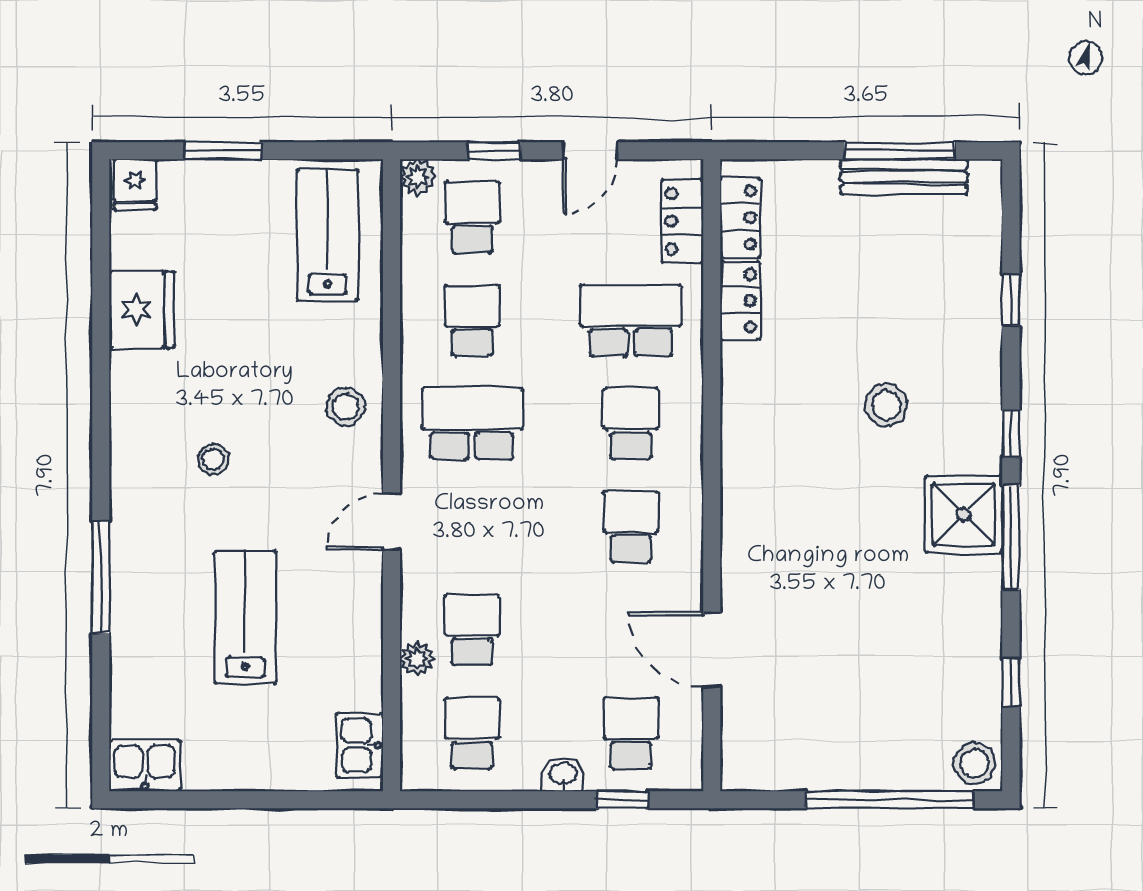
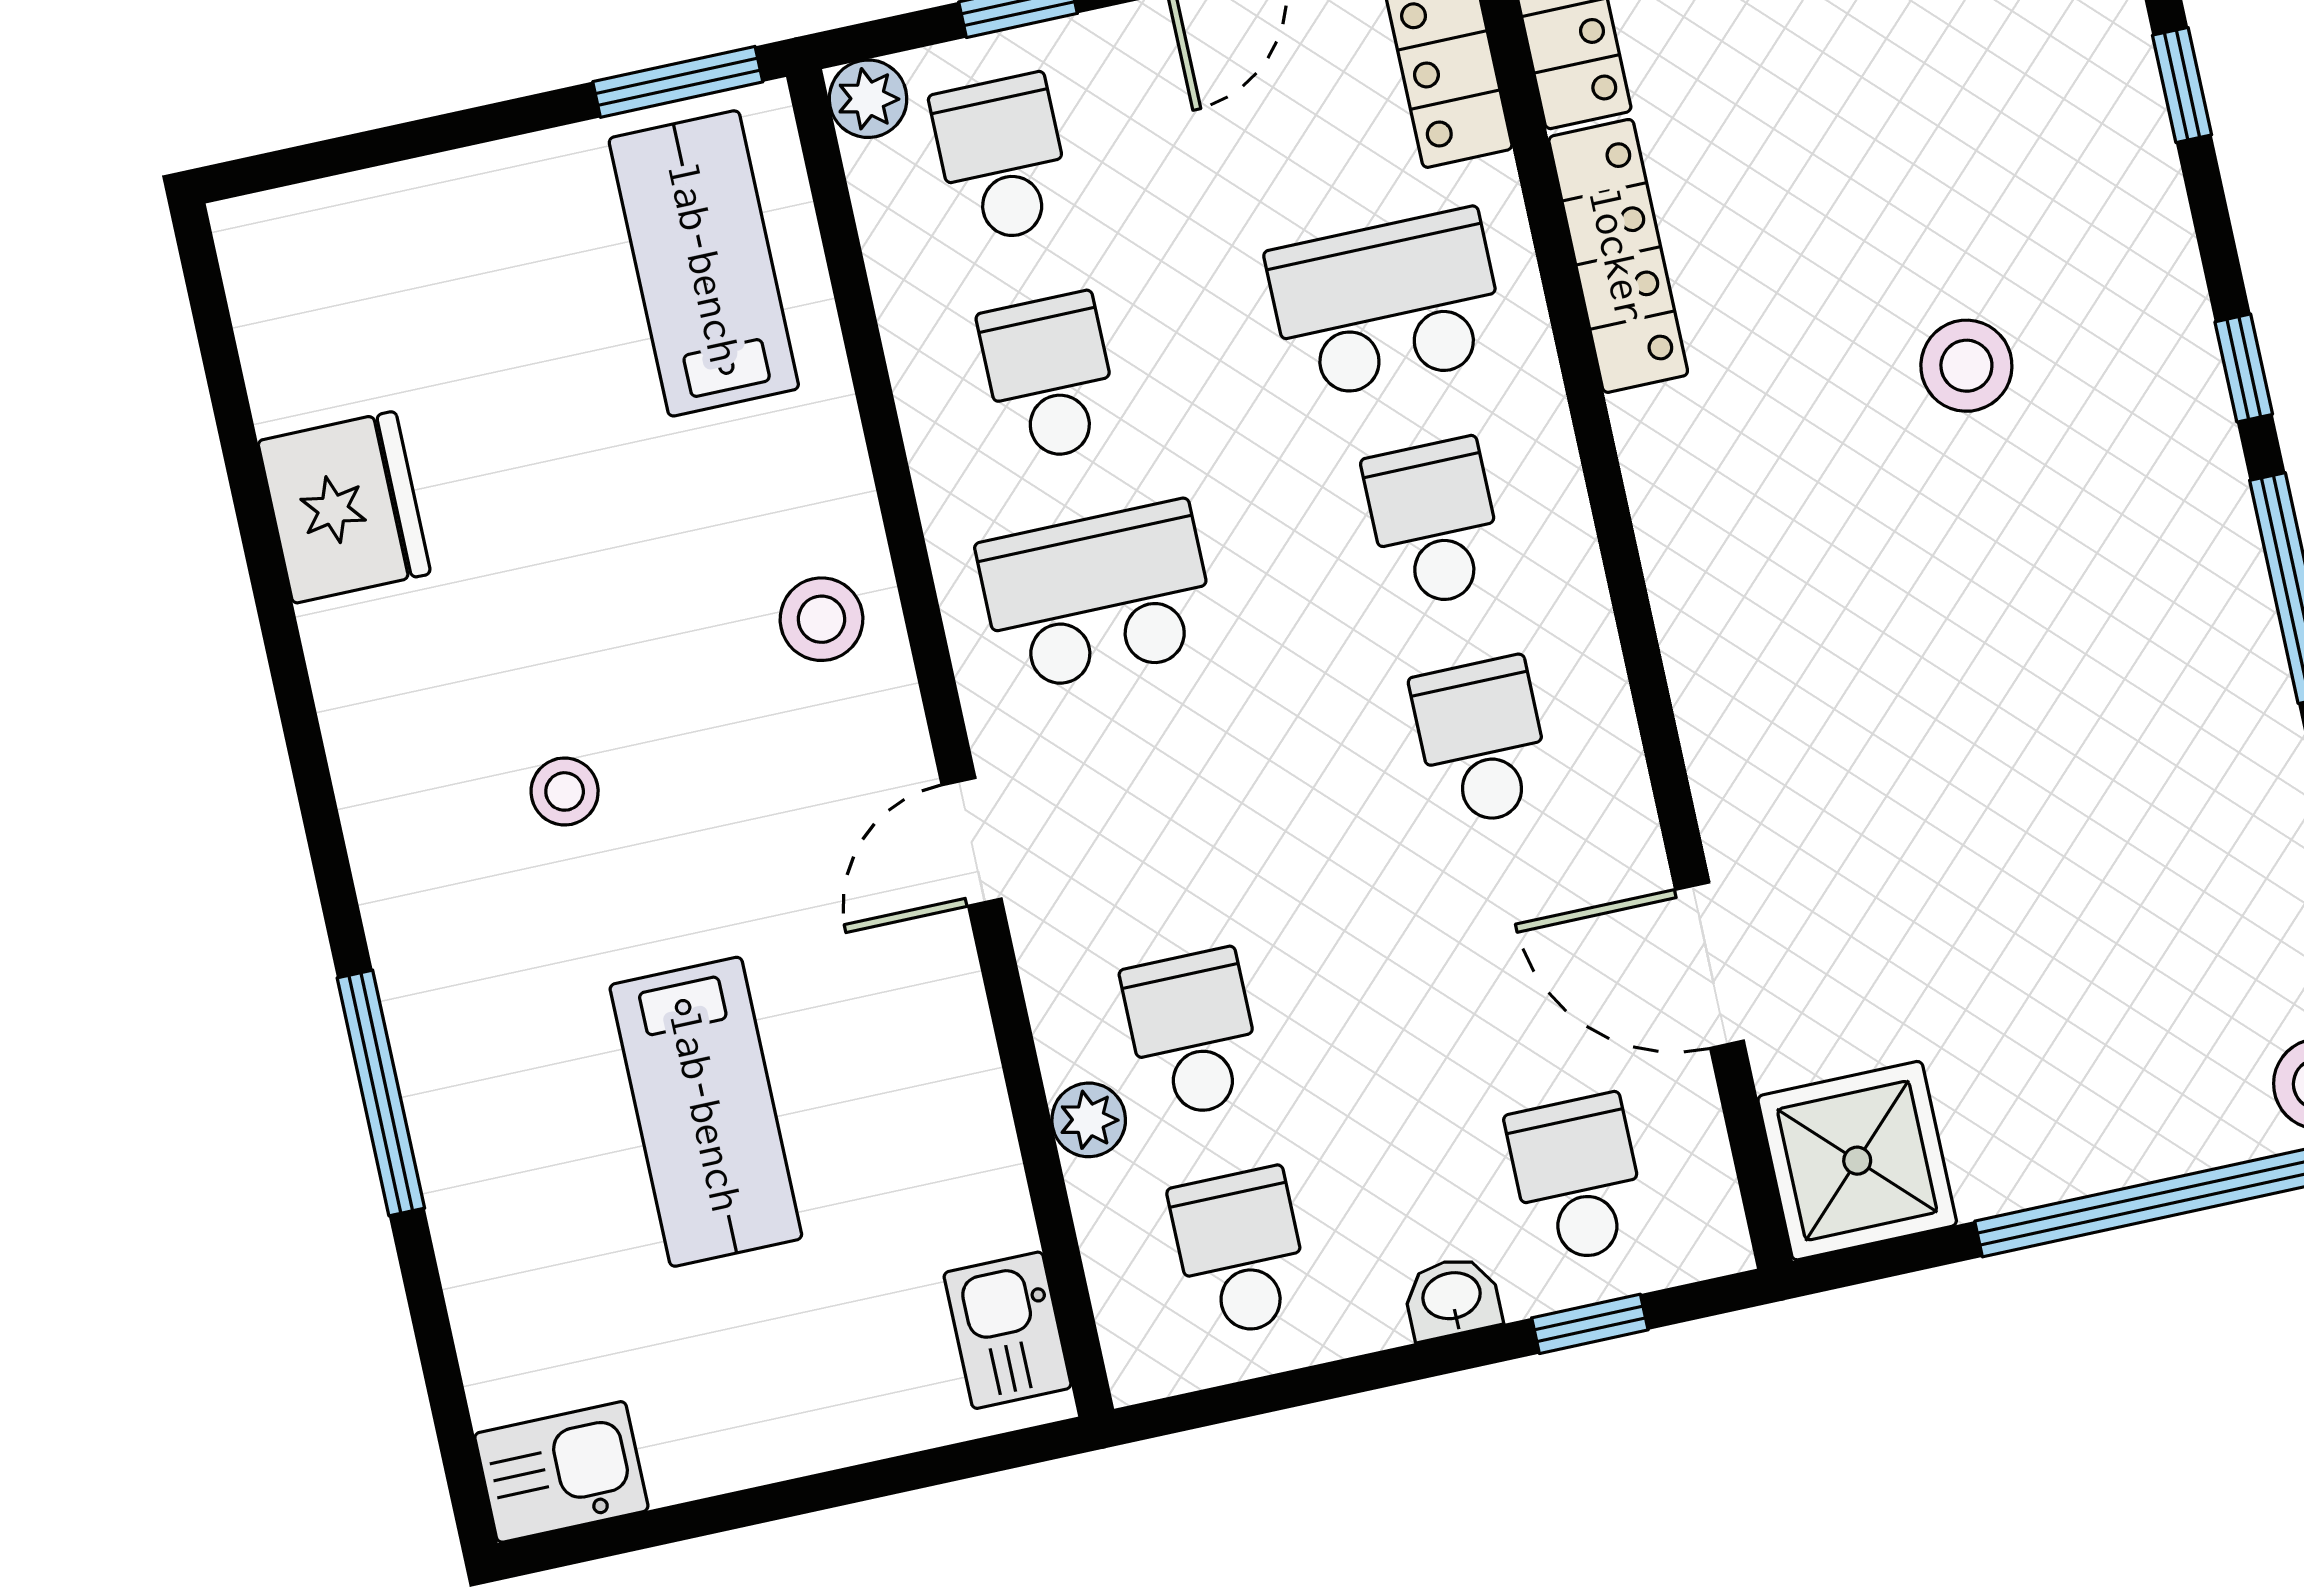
window: (223, 151) -> (678, 82), moved
fridge: (135, 184) -> (272, 245), removed
locker: (740, 301) -> (1618, 256), width x1.53
shower: (964, 514) -> (1857, 1161), moved
lab bench: (245, 617) -> (706, 1112), turned 180

